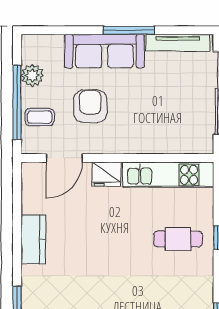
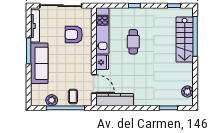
armchair: (90, 106) -> (74, 35), moved
cafe table: (178, 239) -> (133, 42), moved
kitchen counter: (33, 240) -> (115, 100), moved, width x1.50

